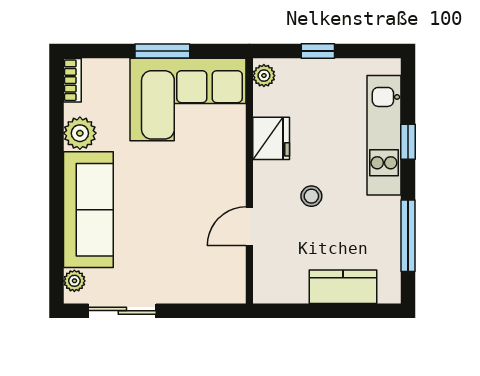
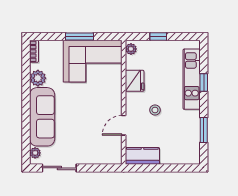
window: (408, 236) -> (204, 130), width x0.69
kitchen counter: (343, 287) -> (142, 156), moved

